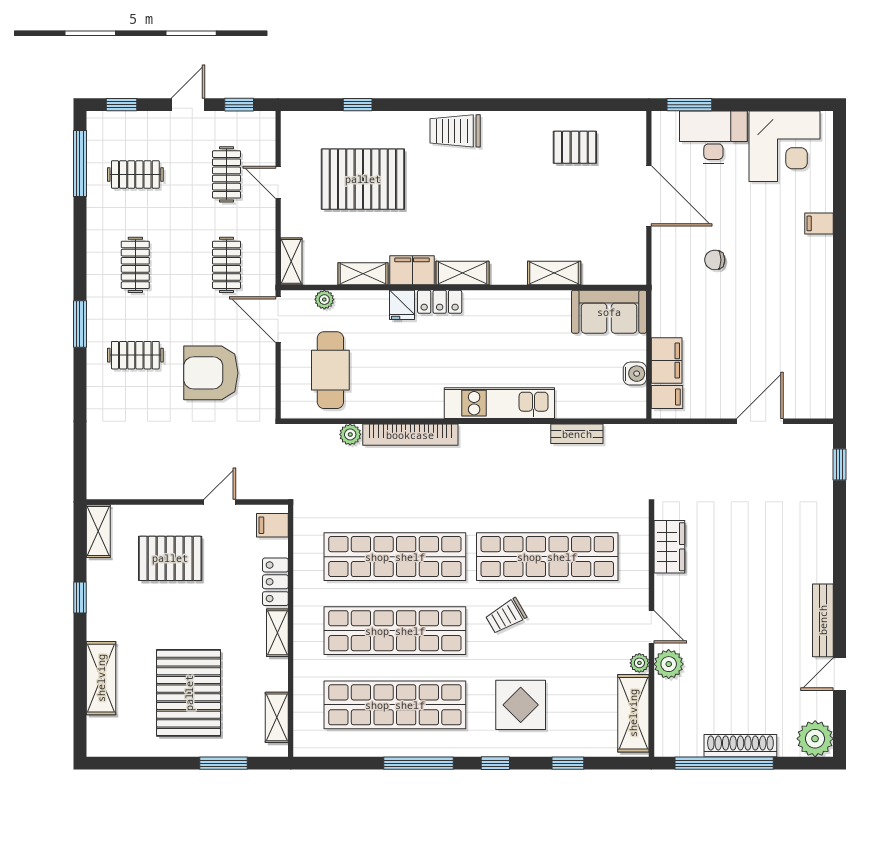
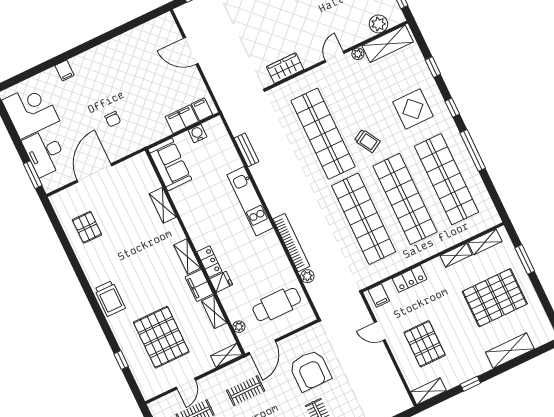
shelving: (277, 633) -> (456, 255), moved
plant: (669, 664) -> (378, 24), moved

